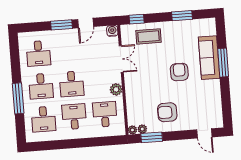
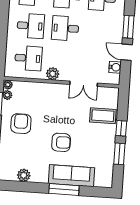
window: (137, 19) -> (121, 128), moved
water cooler: (112, 31) -> (115, 67), moved
coffee table: (148, 36) -> (103, 116), turned 90
plant: (215, 102) -> (24, 175), added

